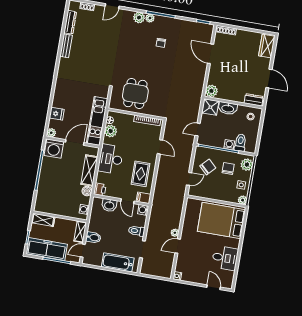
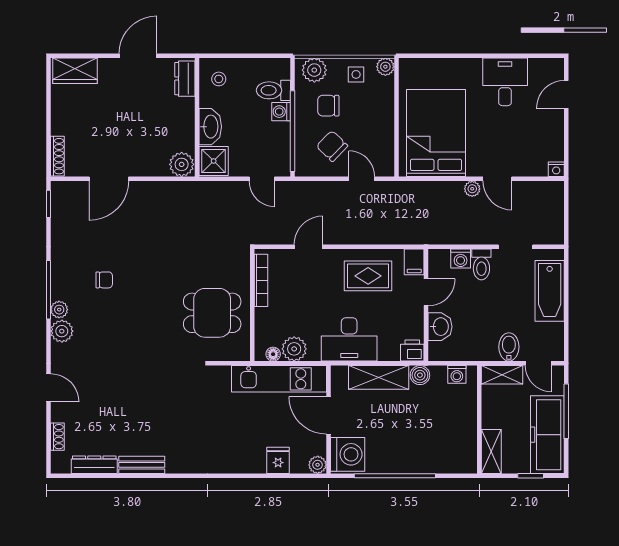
washing machine: (143, 210) -> (461, 258), moved
bed: (221, 220) -> (436, 133), moved, turned 180

